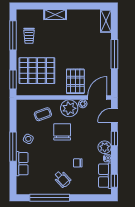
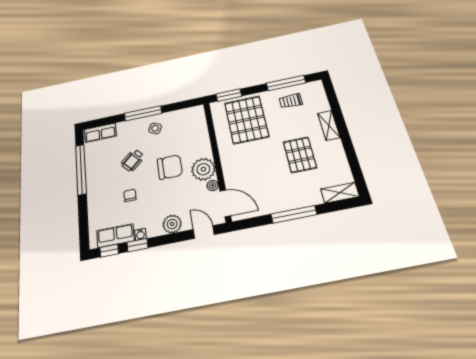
pallet: (75, 81) -> (300, 155), moved, turned 90
coffee table: (43, 114) -> (190, 139), removed
window: (114, 139) -> (137, 245), moved
plant: (105, 147) -> (172, 224), moved
row of seats: (22, 164) -> (100, 133), moved
wheelchair: (62, 179) -> (133, 160), moved

